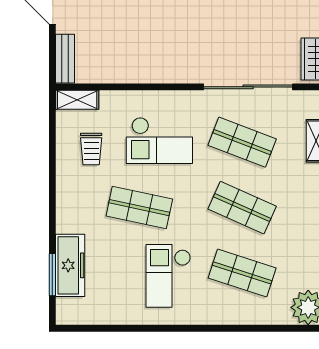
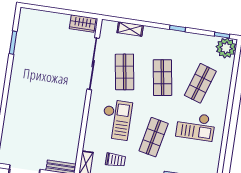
shop shelf: (242, 142) -> (125, 72), turned -30
shop shelf: (242, 208) -> (162, 78), turned -33

